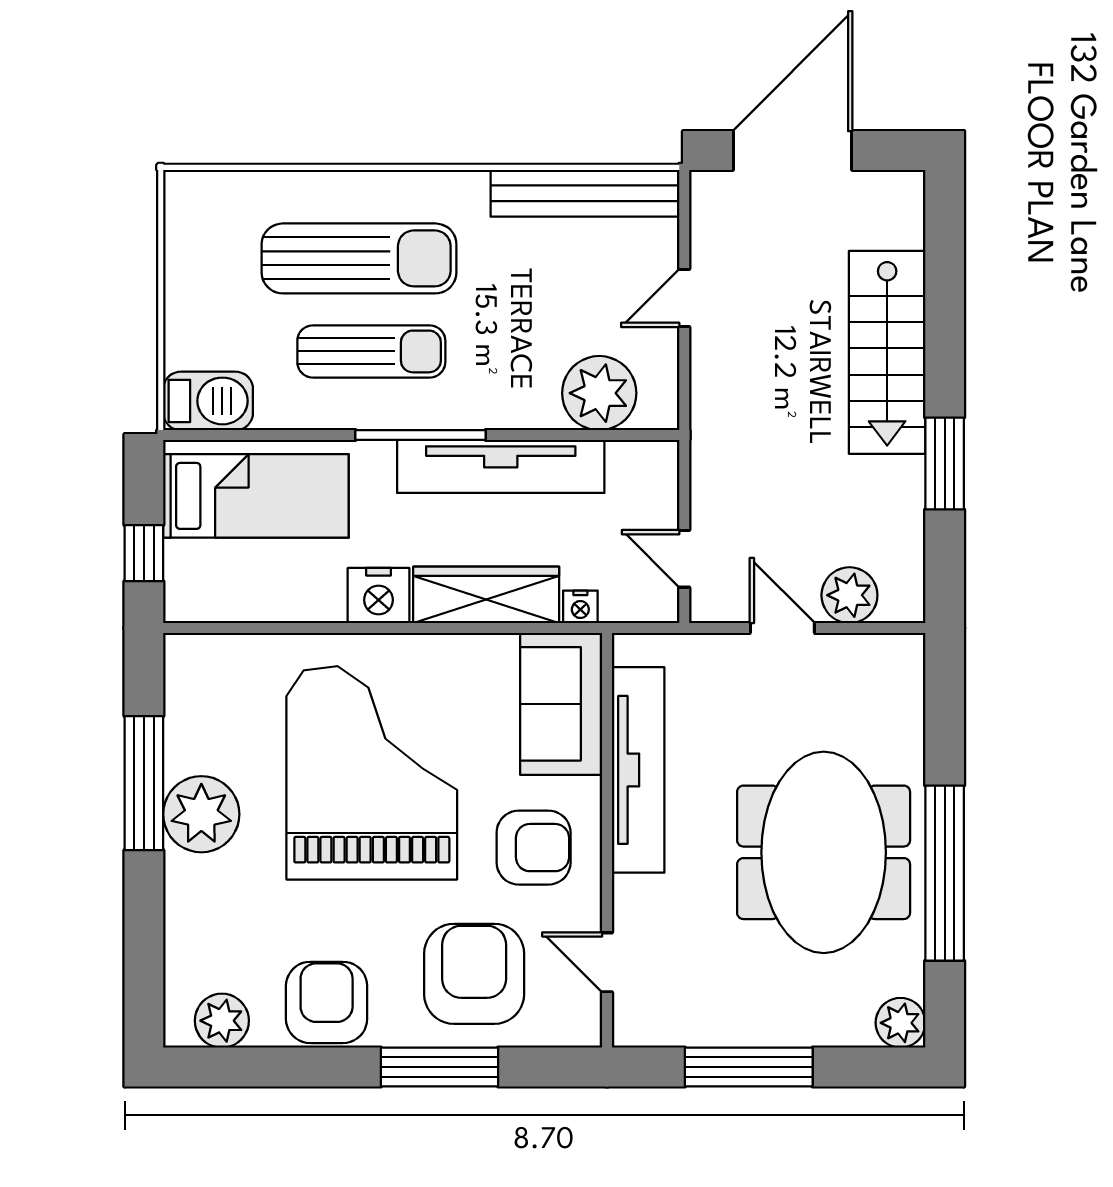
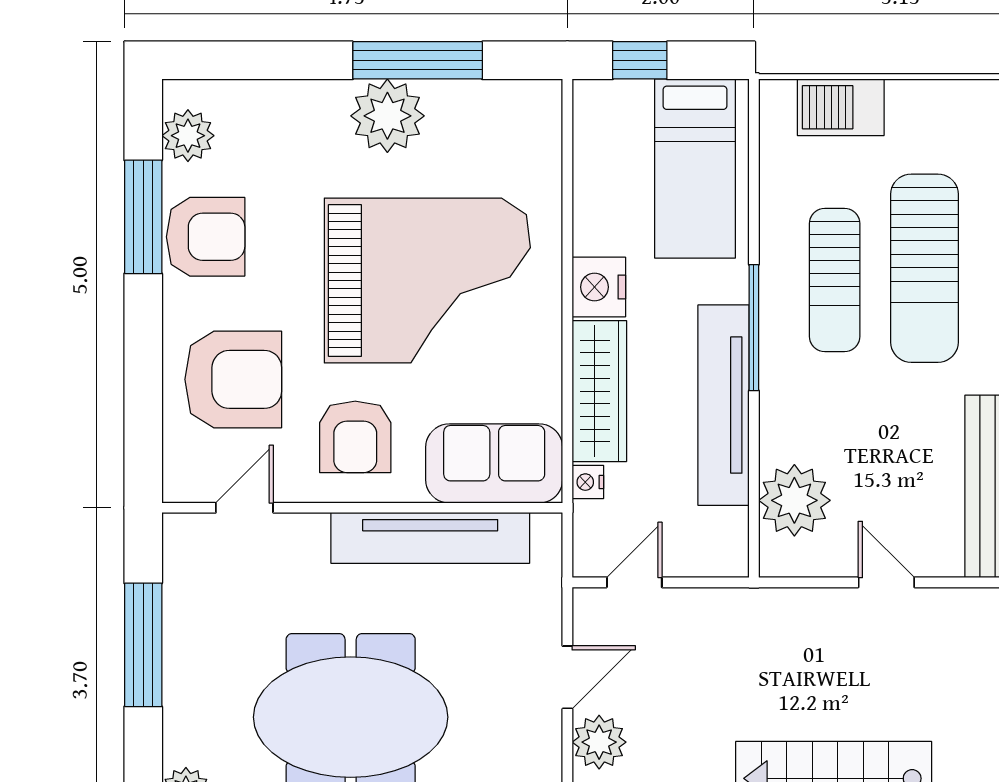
barbecue: (208, 401) -> (841, 107), moved, turned 90
window: (439, 1067) -> (143, 217), moved

